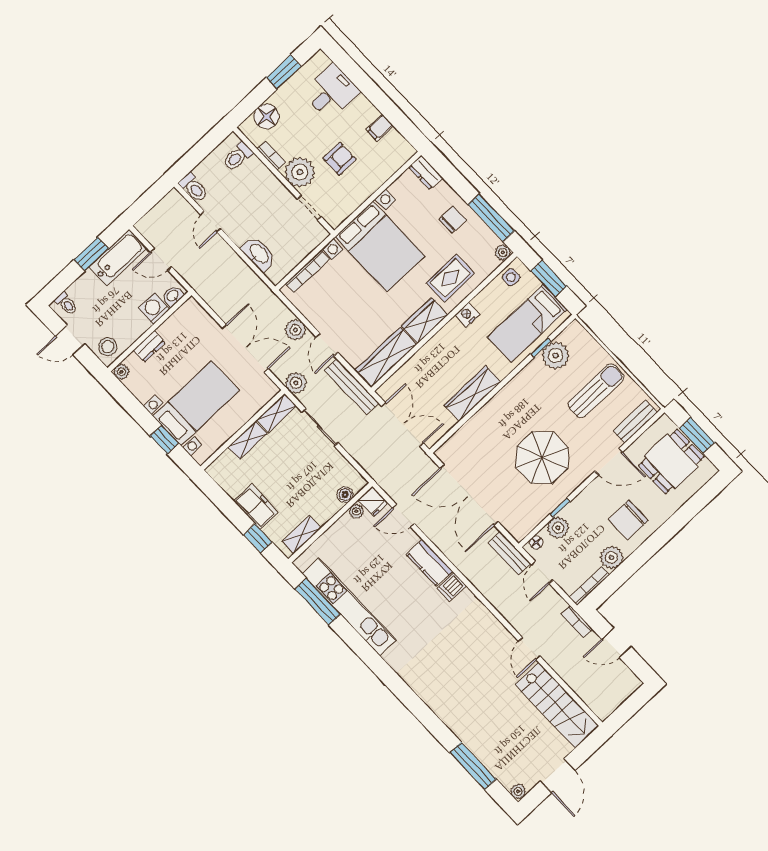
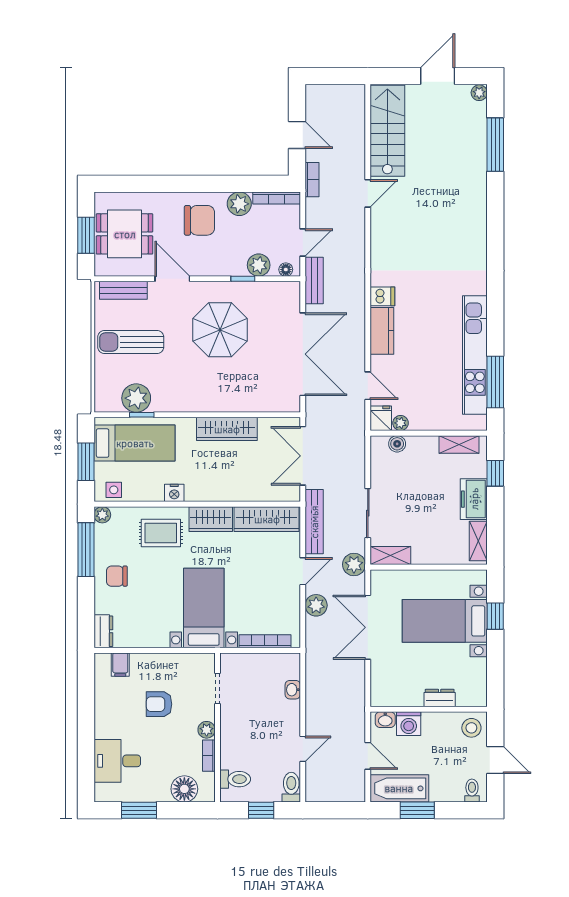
filing cabinet: (380, 127) -> (120, 665), moved, turned 90
window: (199, 152) -> (261, 810), added
plant: (300, 172) -> (207, 730), width x0.53, depth x0.53
bed with nightstands: (380, 246) -> (204, 608), width x0.73
washbasin: (259, 254) -> (293, 690), width x0.52, depth x0.69
plant: (121, 372) -> (479, 699), removed
shelving: (248, 440) -> (478, 541), moved, turned 90

